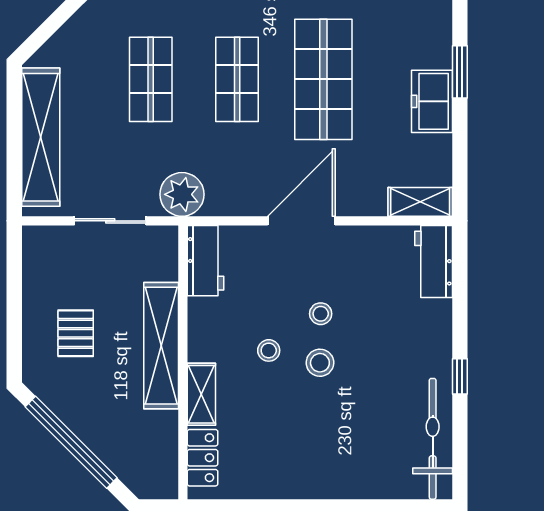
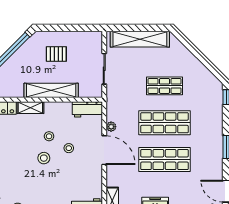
shop shelf: (237, 79) -> (165, 123), width x1.43, depth x1.36
plant: (182, 194) -> (111, 127), moved, width x0.53, depth x0.53
stool: (321, 314) -> (69, 148), moved

